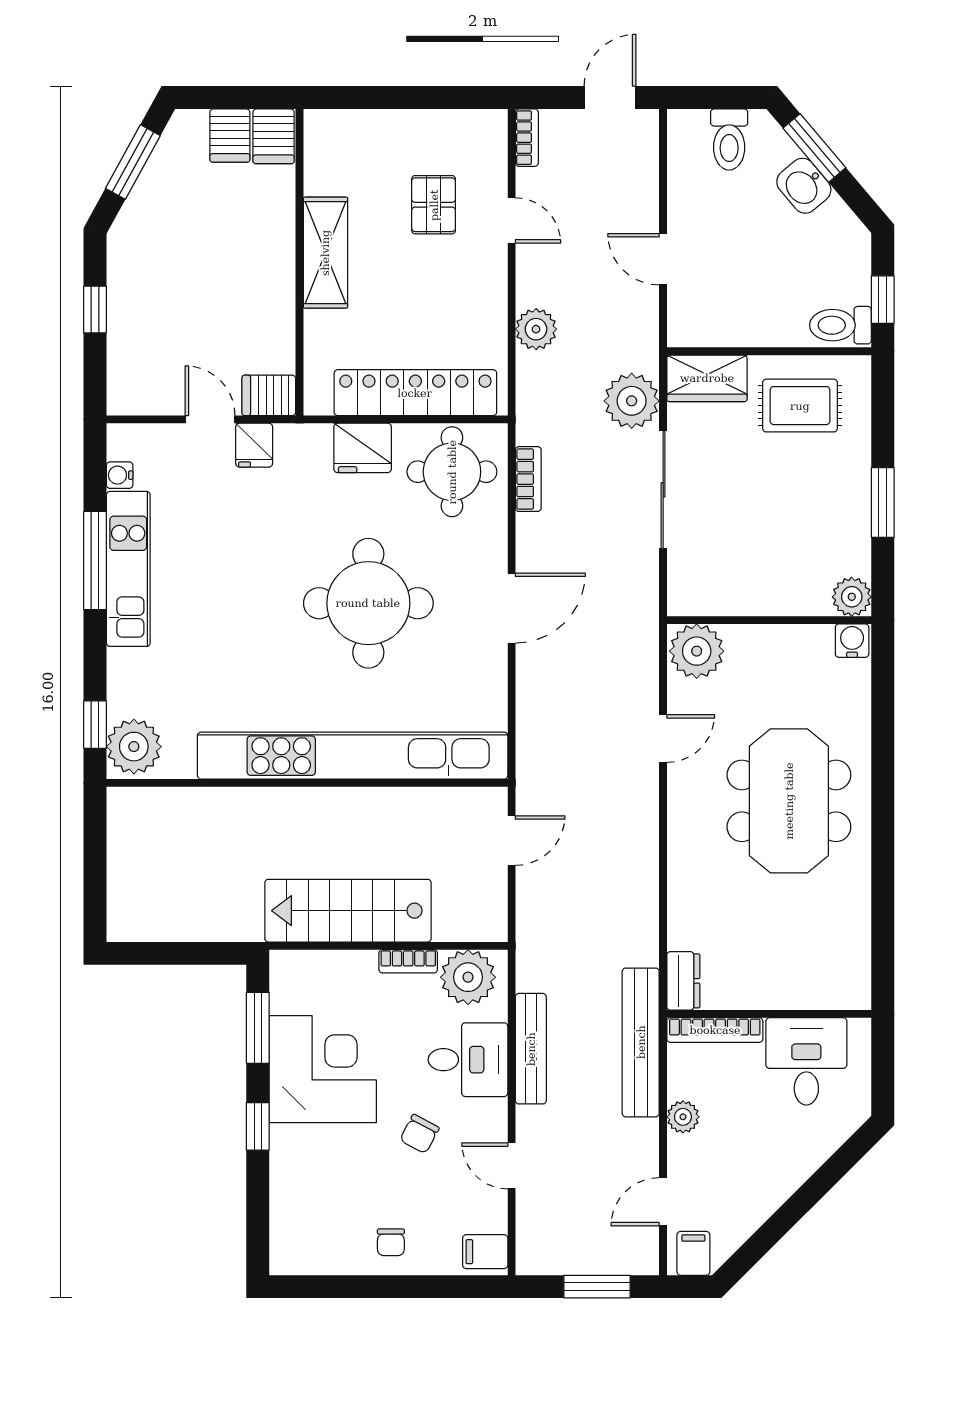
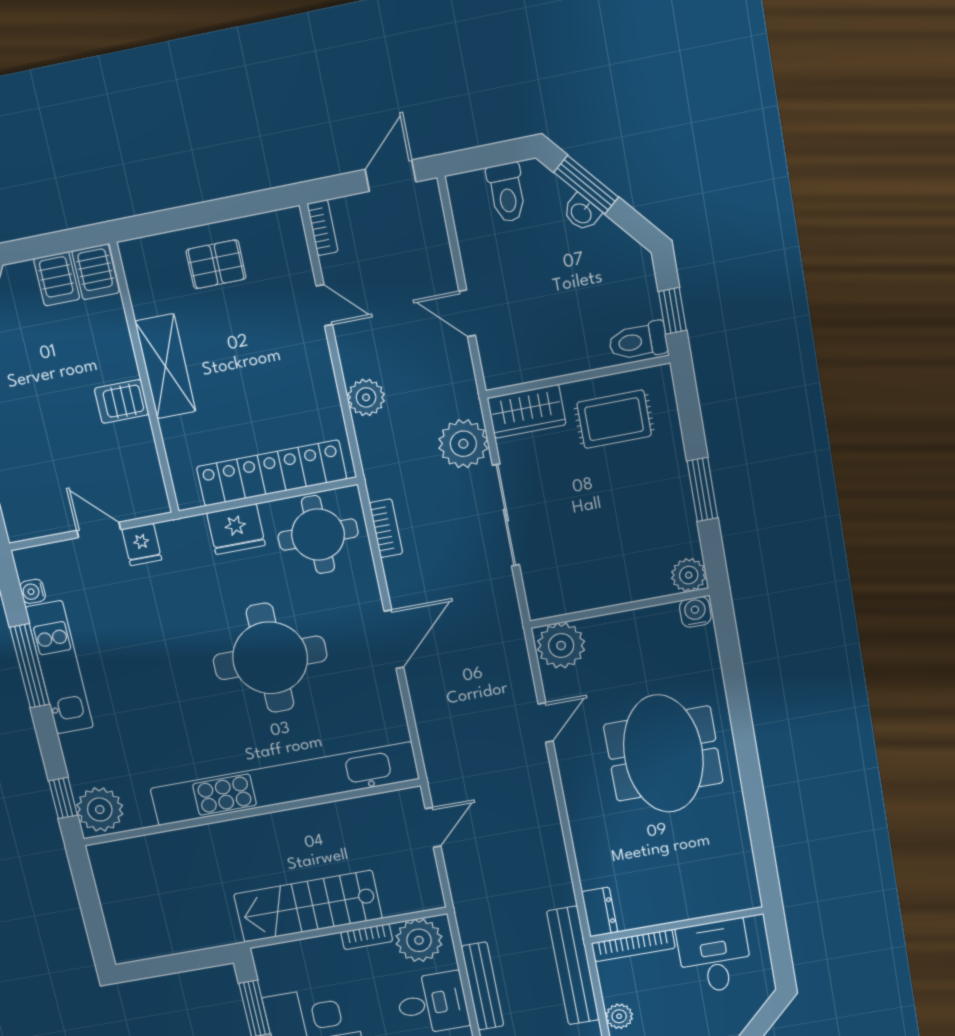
washbasin: (804, 186) -> (582, 213), width x0.72, depth x0.69
pallet: (434, 205) -> (216, 264), moved, turned 90
server rack: (269, 395) -> (122, 401), moved

